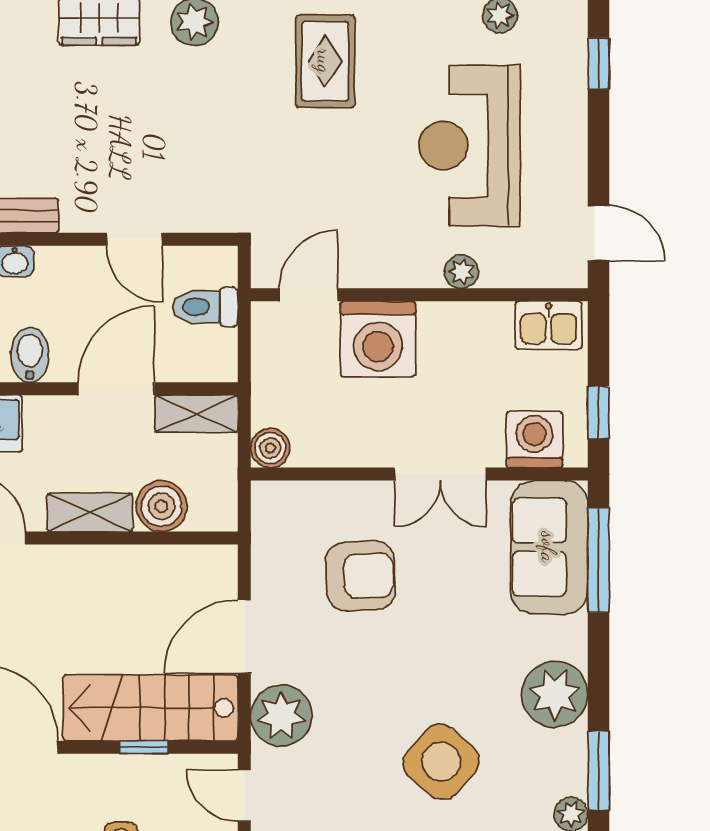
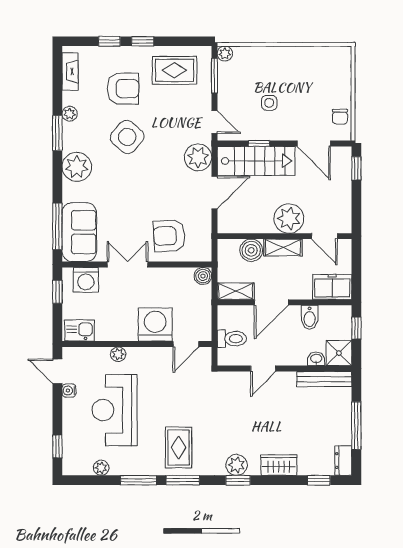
reception desk: (470, 146) -> (115, 410), turned 180
water cooler: (573, 190) -> (69, 390), added
door: (134, 239) -> (263, 369), swing flipped
armchair: (360, 576) -> (169, 236), moved
plant: (76, 578) -> (289, 218), added

